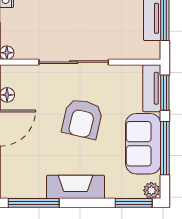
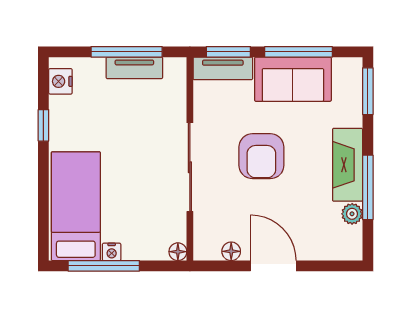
armchair: (82, 119) -> (261, 156), turned 77
plant: (151, 190) -> (352, 214), moved
window: (34, 203) -> (368, 187), moved

